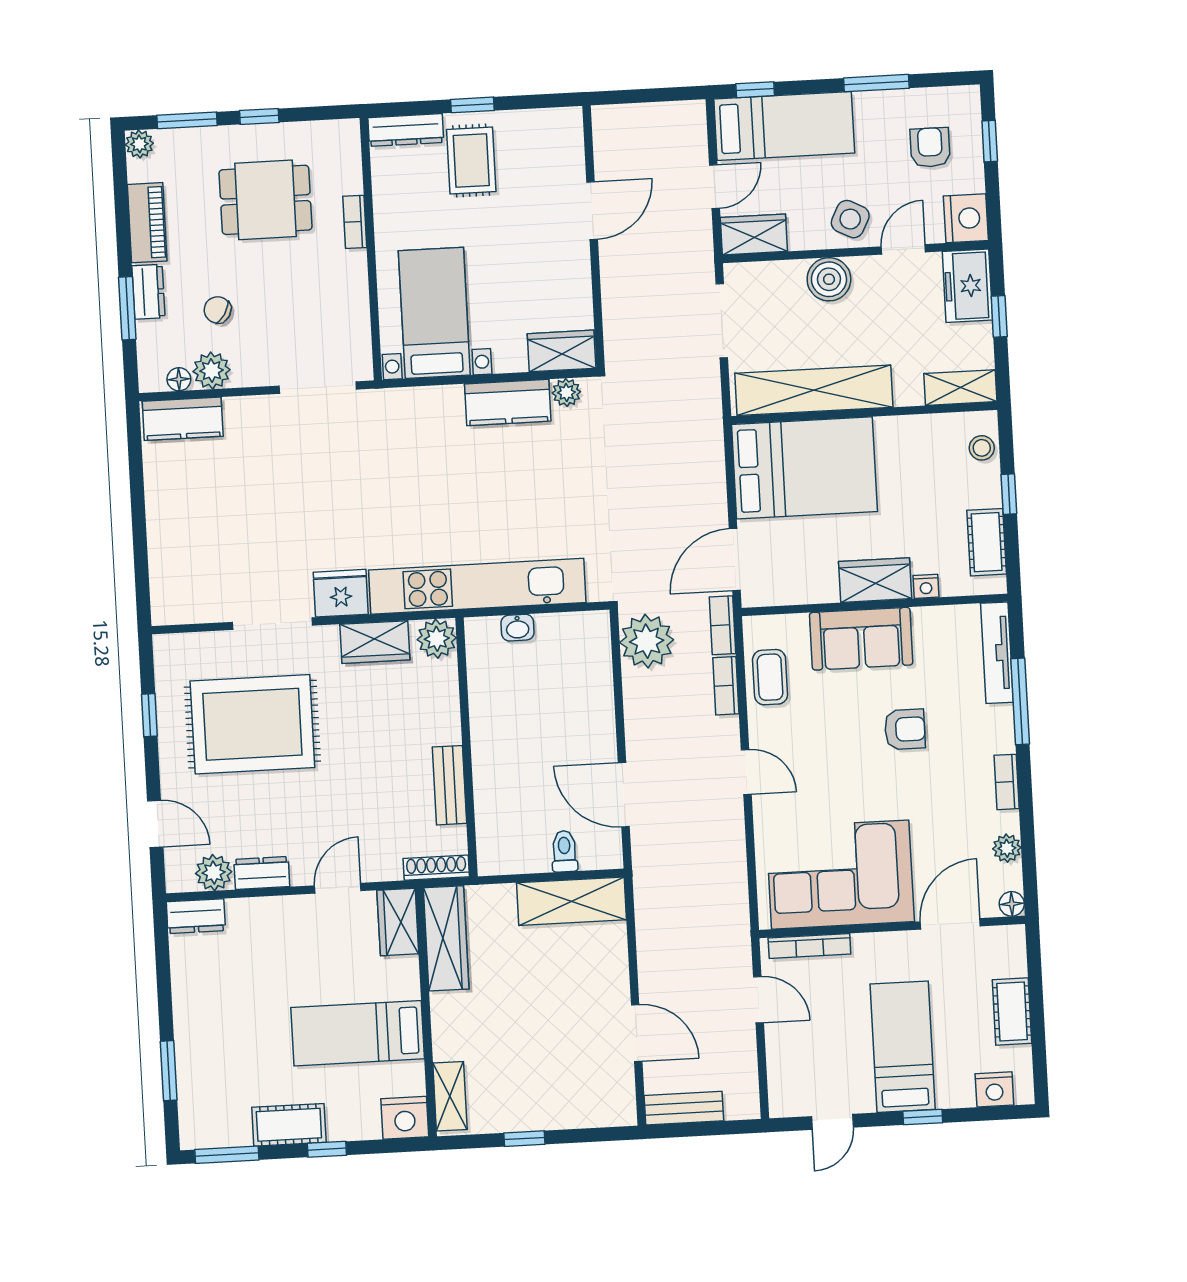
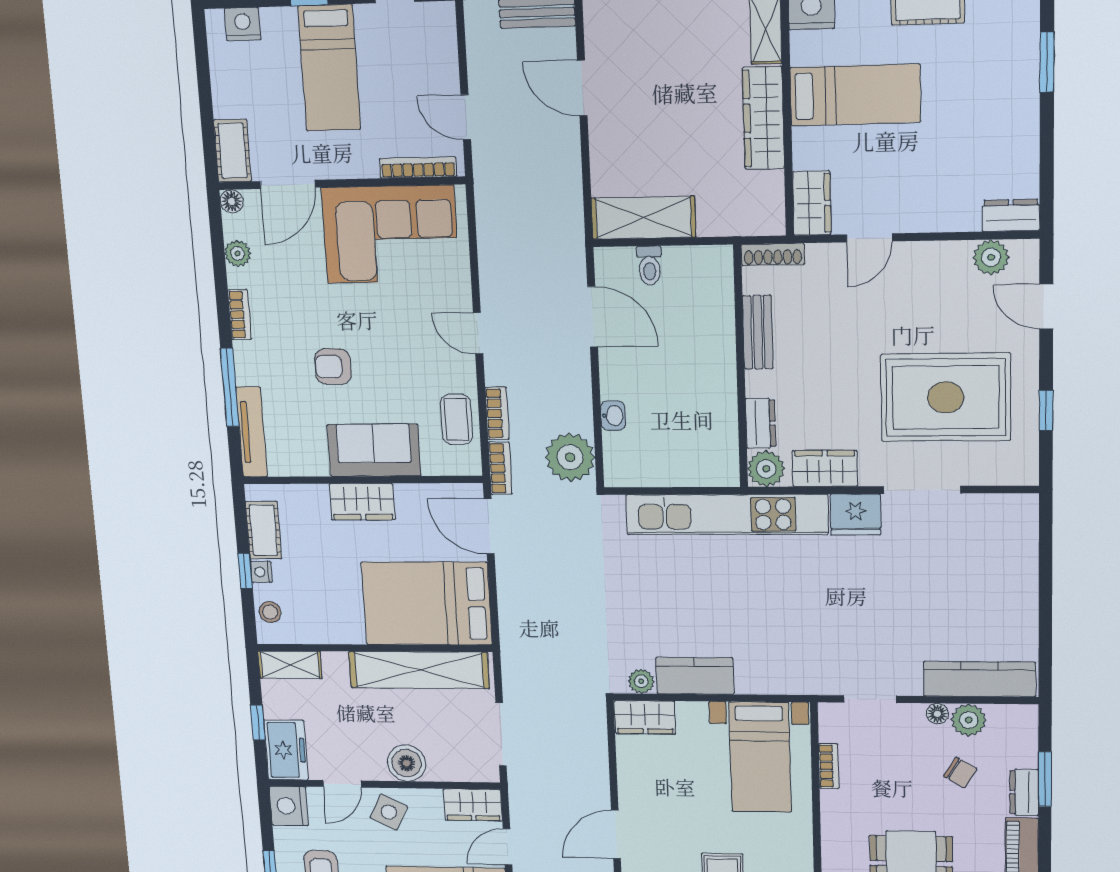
bookcase: (355, 222) -> (829, 766), moved
floor lamp: (179, 379) -> (937, 714), moved
doorway: (318, 388) -> (870, 699), width x0.73
kitchen counter: (183, 419) -> (980, 679), width x1.50
door: (735, 560) -> (489, 526), swing flipped
nightstand: (926, 586) -> (261, 572), moved, turned -90
washbasin: (518, 628) -> (613, 416), moved, turned 90
dresser: (262, 873) -> (761, 423), moved, turned -90
wardrobe: (446, 938) -> (763, 118), moved
cot: (1012, 1011) -> (233, 151), moved

